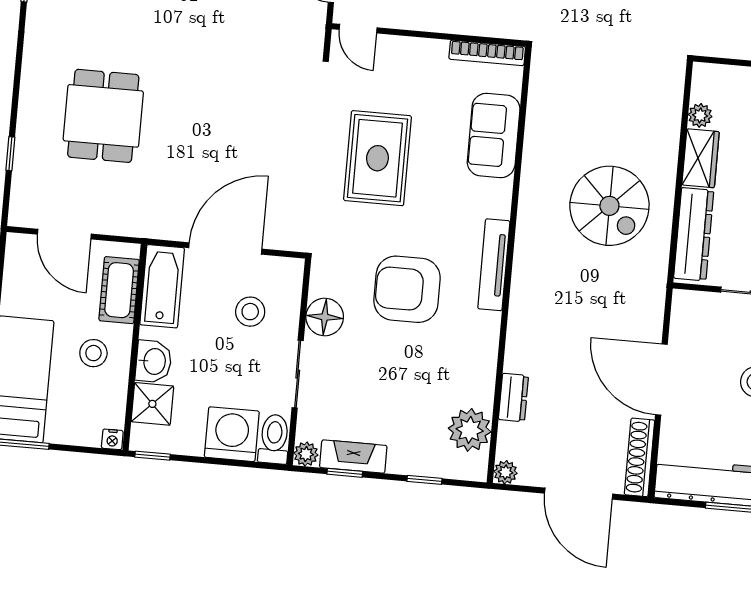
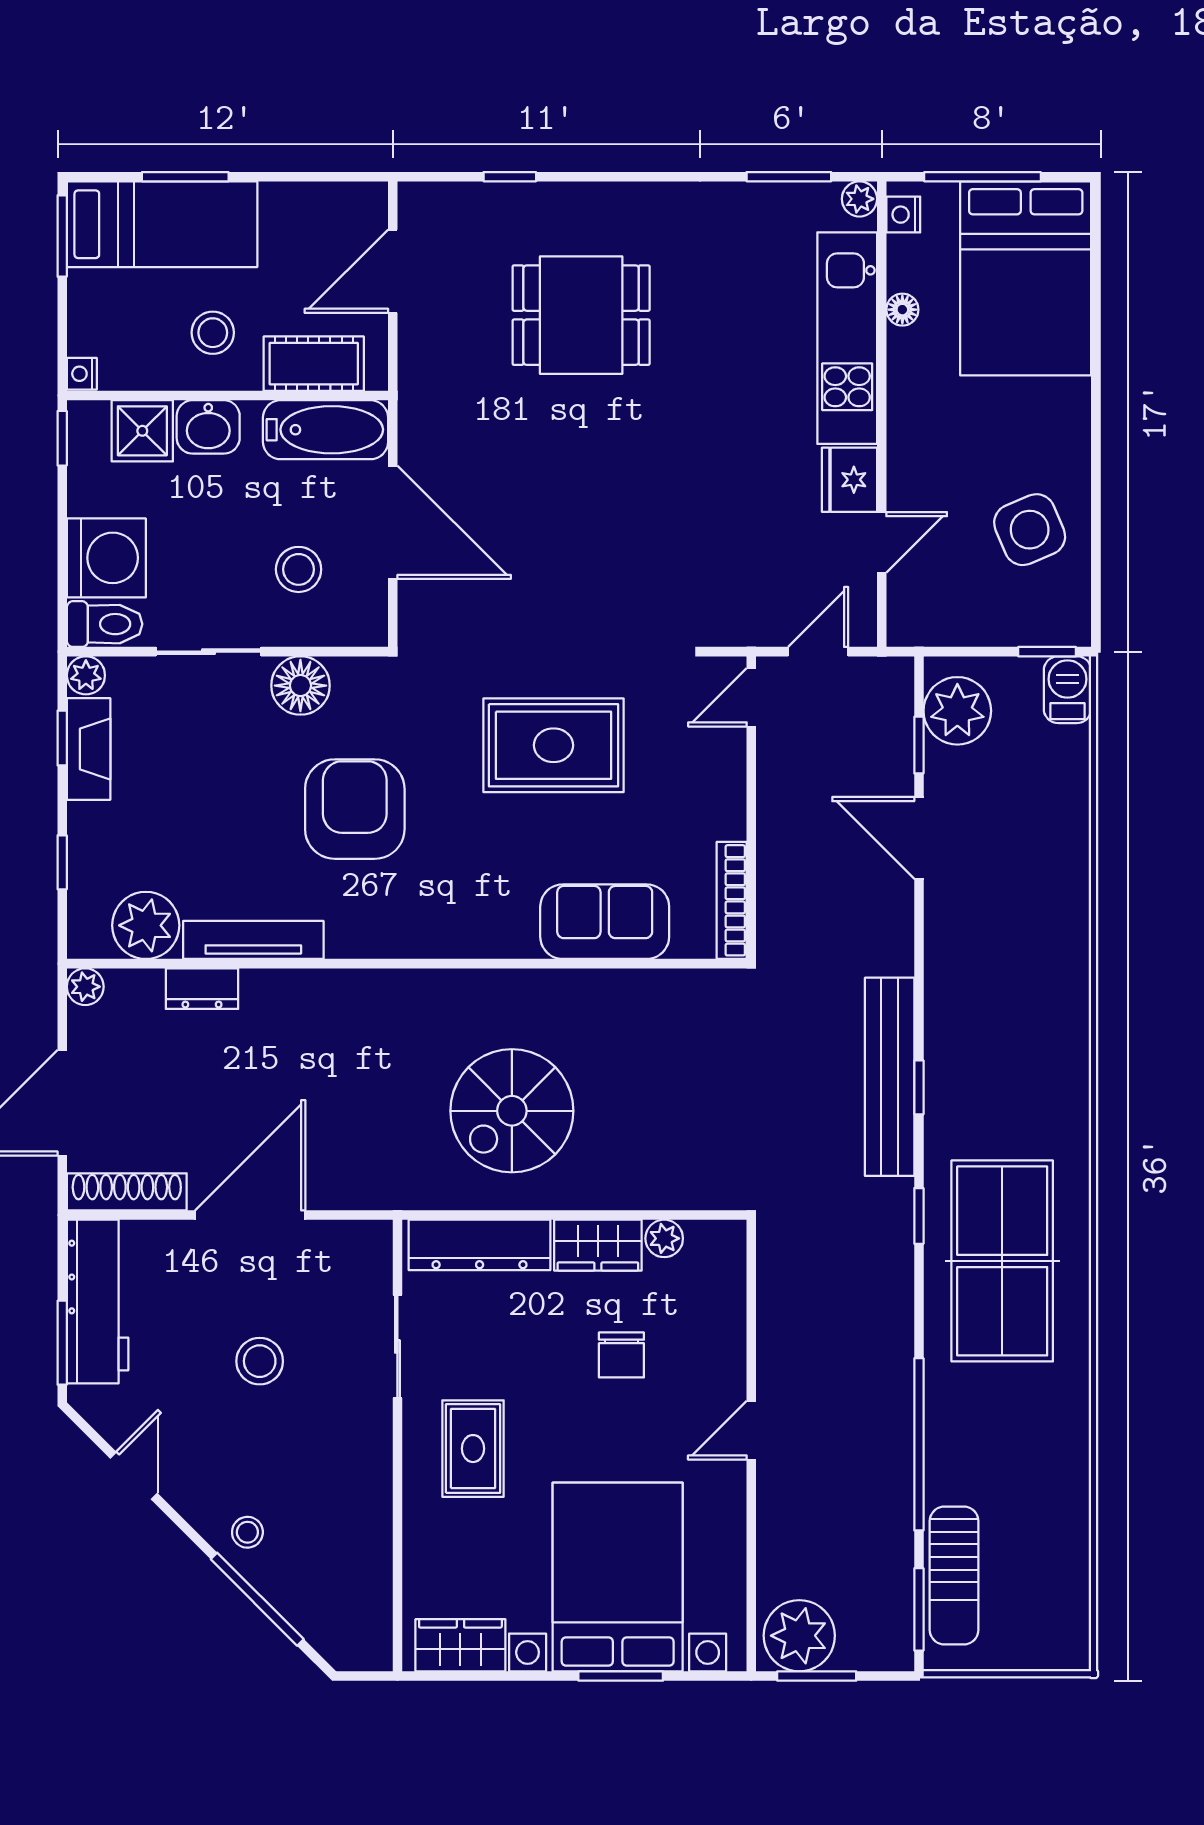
tv unit: (494, 265) -> (253, 940), moved

